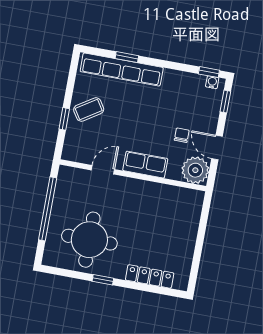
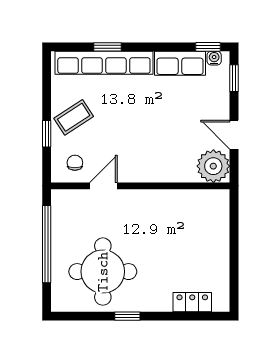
chair: (182, 135) -> (75, 163), moved
row of seats: (145, 165) -> (180, 63), moved, turned 180
locker: (150, 276) -> (192, 302), width x0.66

